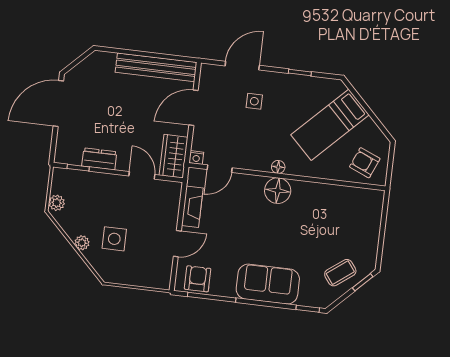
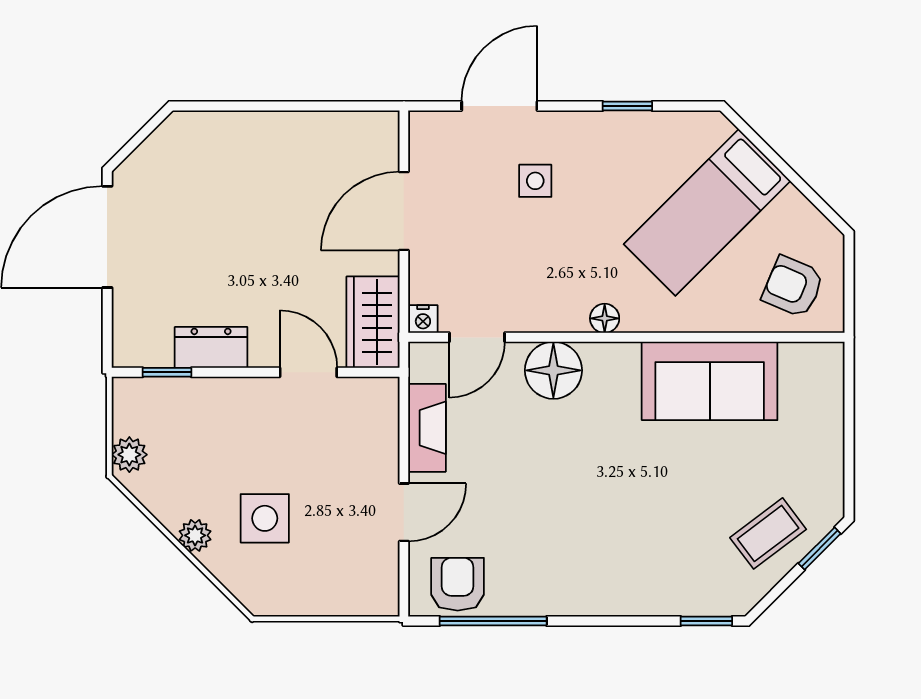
bench: (156, 67) -> (311, 132), removed
floor lamp: (278, 191) -> (553, 370), moved
sofa: (268, 284) -> (710, 381), moved, turned 180

